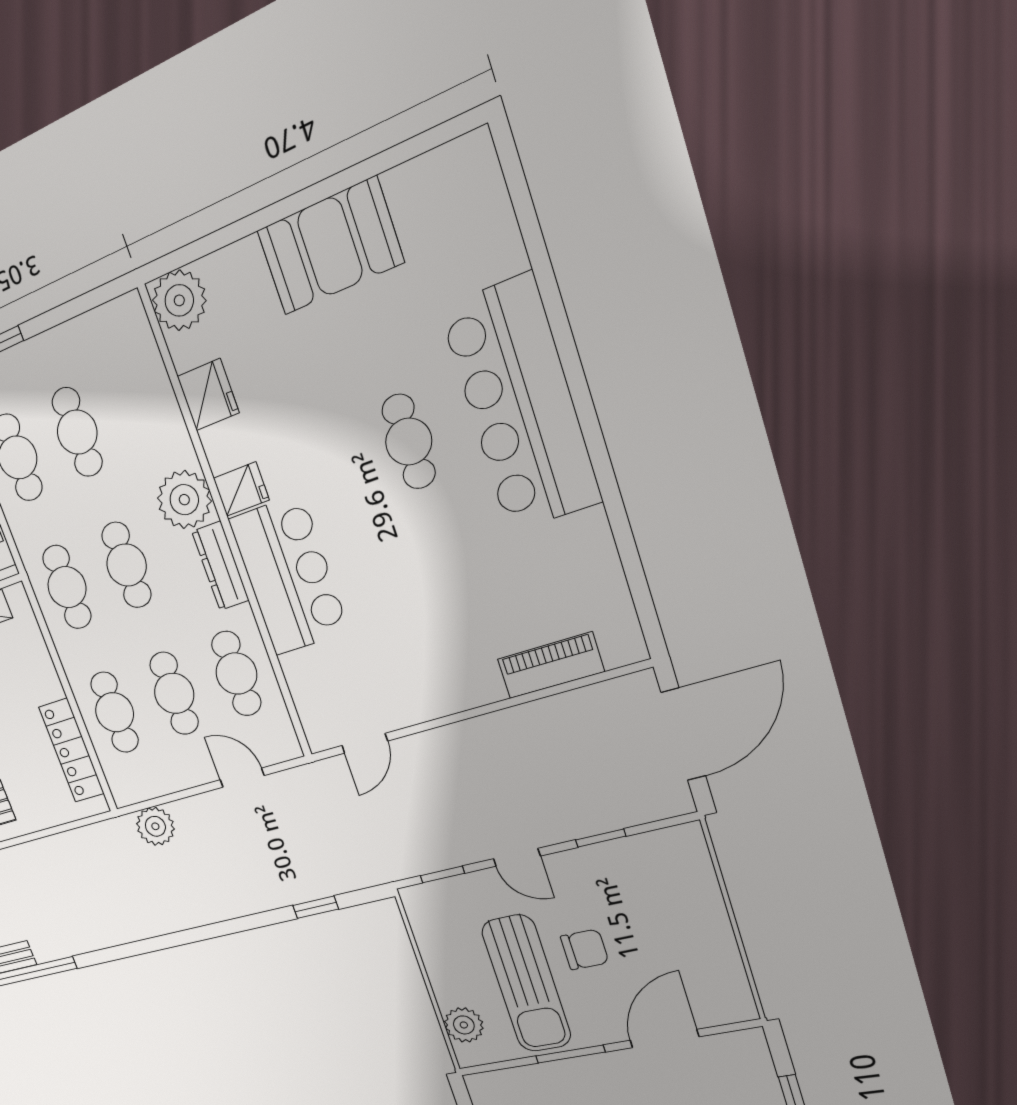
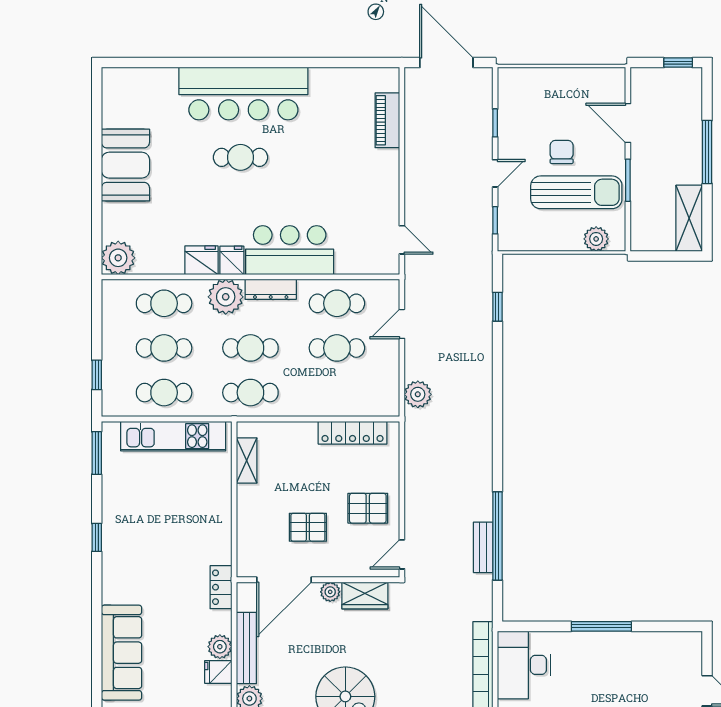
fridge: (208, 395) -> (201, 260), moved
cafe table: (115, 712) -> (164, 303), moved

